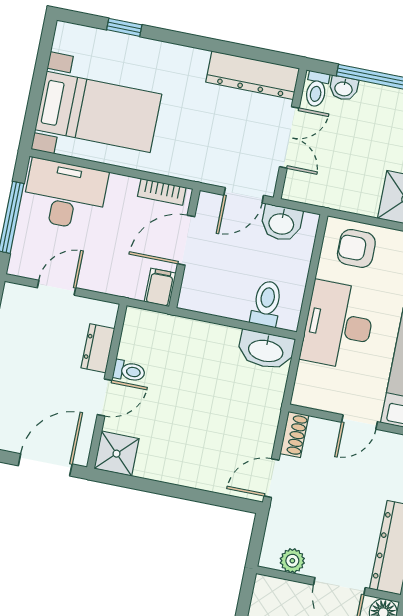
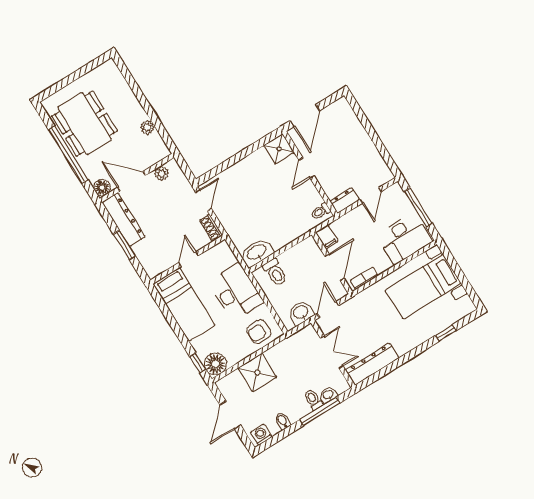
toilet: (317, 89) -> (313, 400), moved
double door: (289, 137) -> (332, 352), swing flipped
armchair: (356, 248) -> (259, 332), turned 180
dresser: (98, 348) -> (345, 200), moved, turned -90
toilet: (129, 371) -> (321, 211), moved

